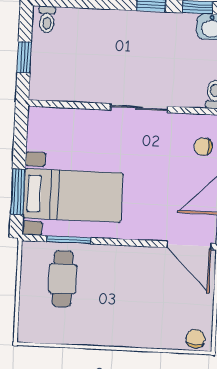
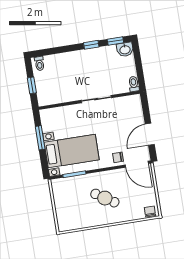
chair: (203, 147) -> (118, 157), moved
window: (18, 192) -> (40, 138), moved
cafe table: (63, 279) -> (105, 198), moved, turned -57

